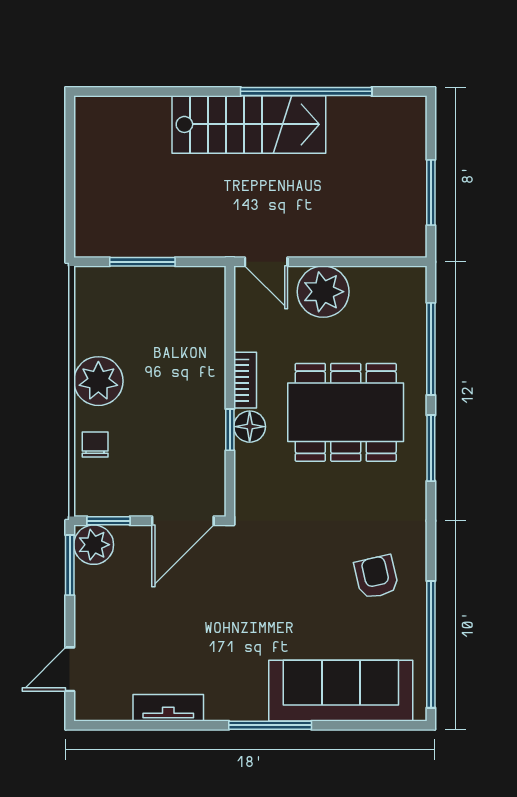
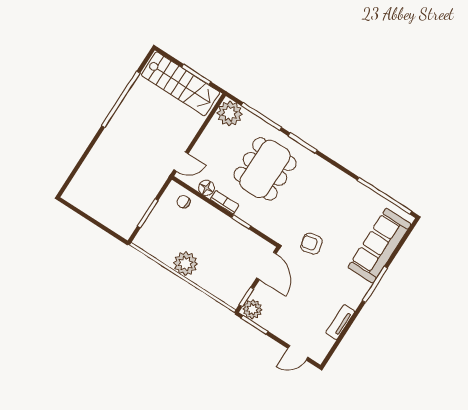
stairs: (249, 124) -> (181, 84), moved, turned 90
plant: (323, 292) -> (230, 114), moved
floor lamp: (250, 427) -> (206, 188), moved
chair: (95, 444) -> (184, 202), moved
armchair: (376, 577) -> (312, 244), moved
door: (70, 669) -> (298, 353), hinge flipped

